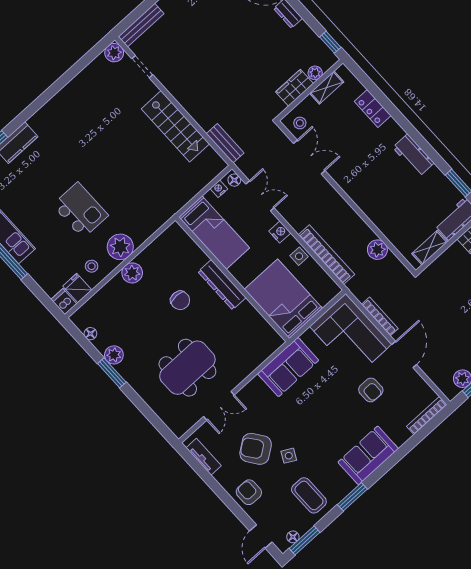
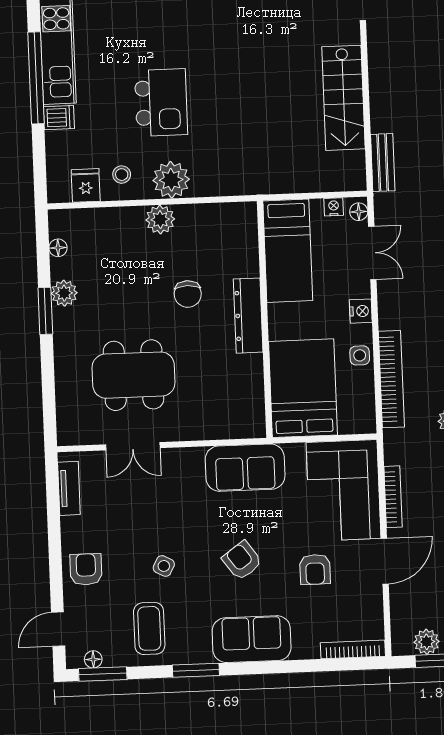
dishwasher: (64, 302) -> (59, 118), moved, turned 90
armchair: (256, 449) -> (242, 560), moved, width x0.72, depth x0.72

